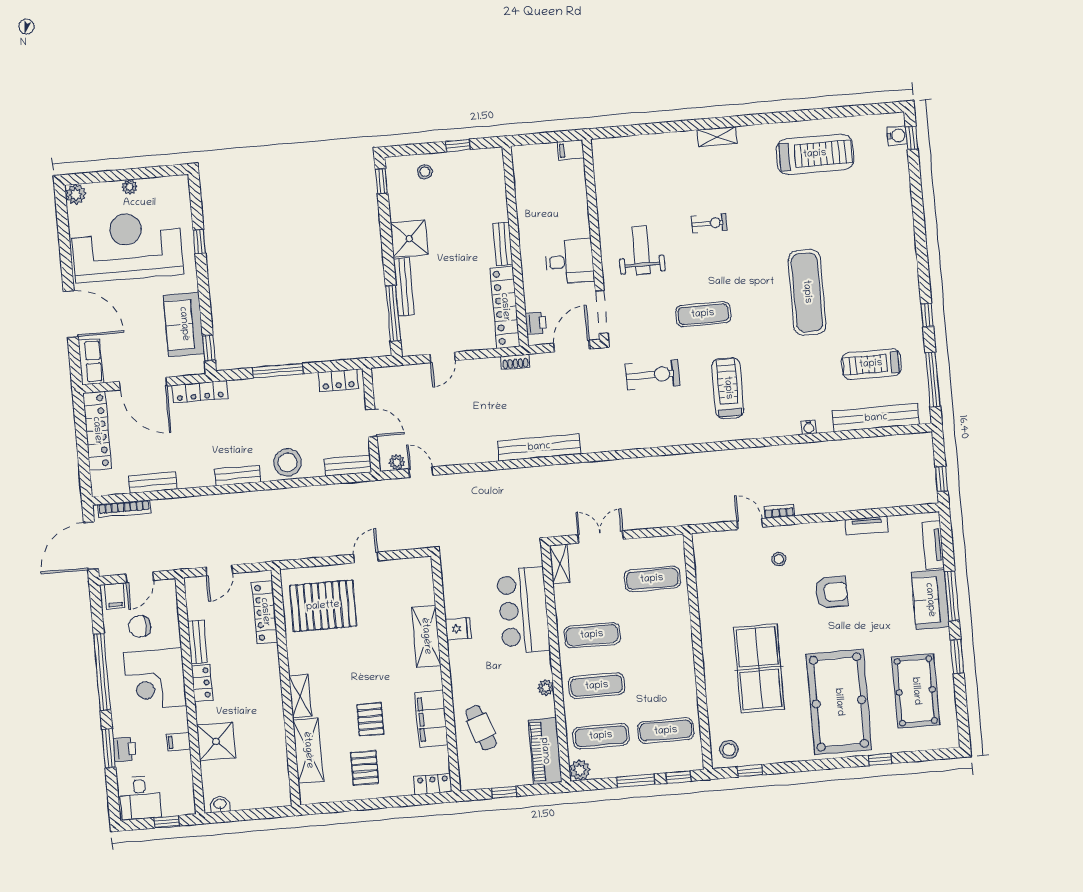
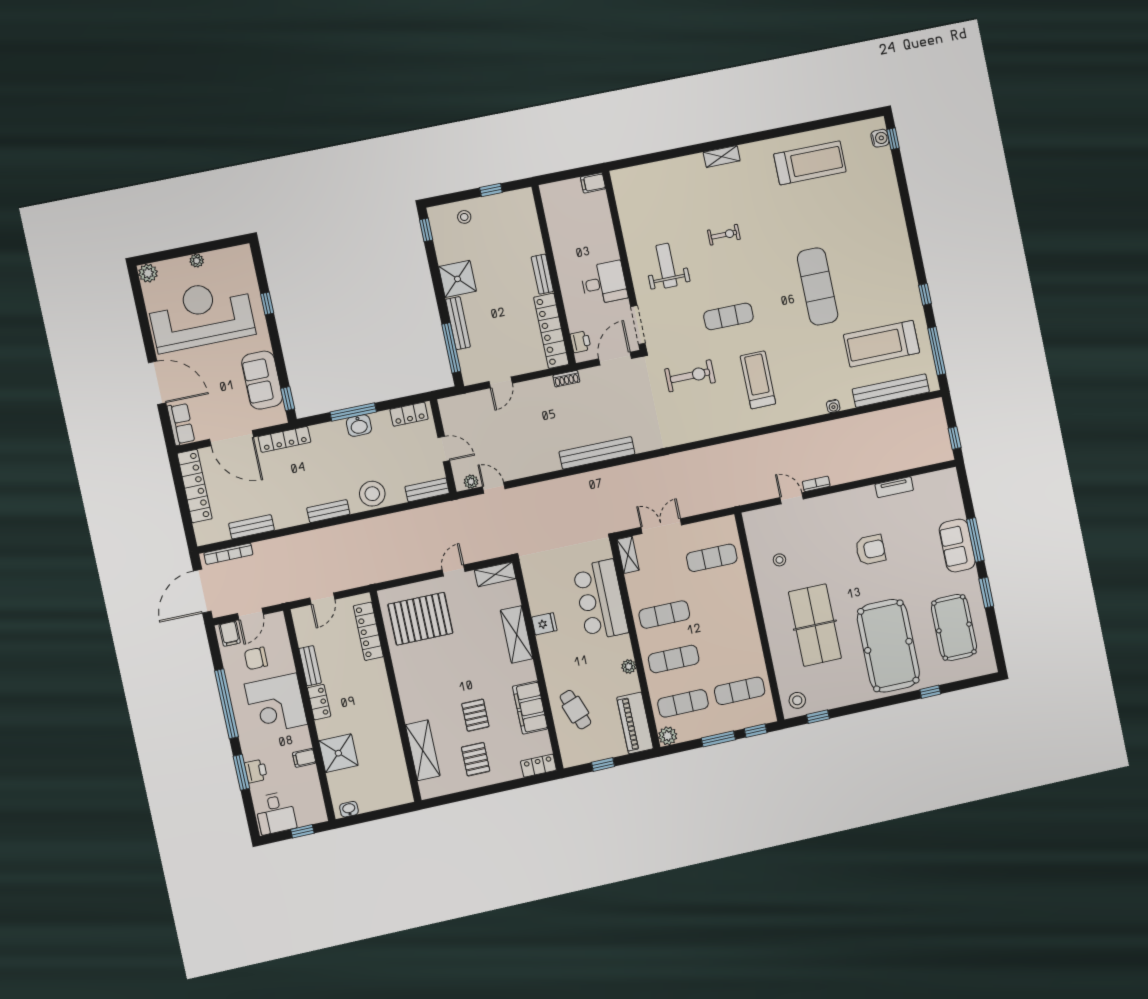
treadmill: (871, 364) -> (882, 344), width x1.37, depth x1.38
washbasin: (282, 386) -> (359, 426), added
tv unit: (933, 545) -> (954, 497), removed
stool: (779, 559) -> (779, 560), moved
shelving: (300, 696) -> (495, 574), moved, turned 90

